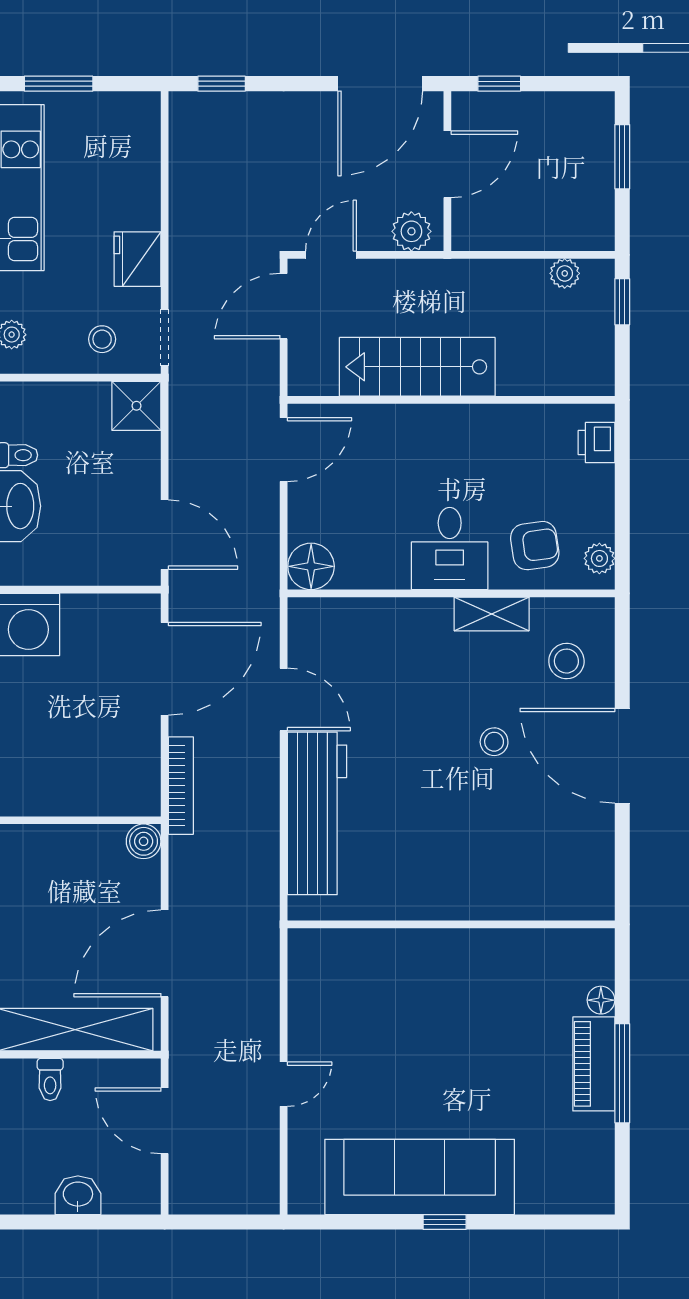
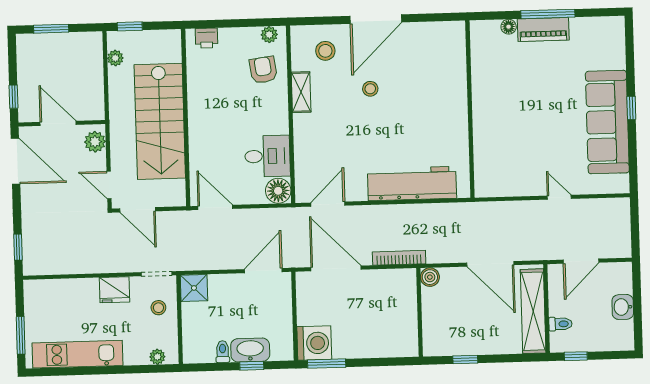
stairs: (417, 367) -> (160, 121), width x1.36, depth x1.51
desk: (450, 548) -> (267, 156), moved
door: (284, 699) -> (328, 204), moved

